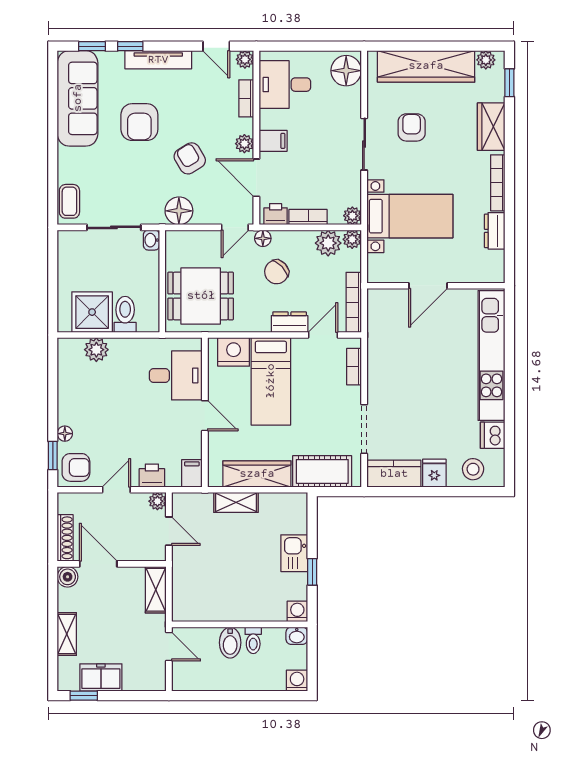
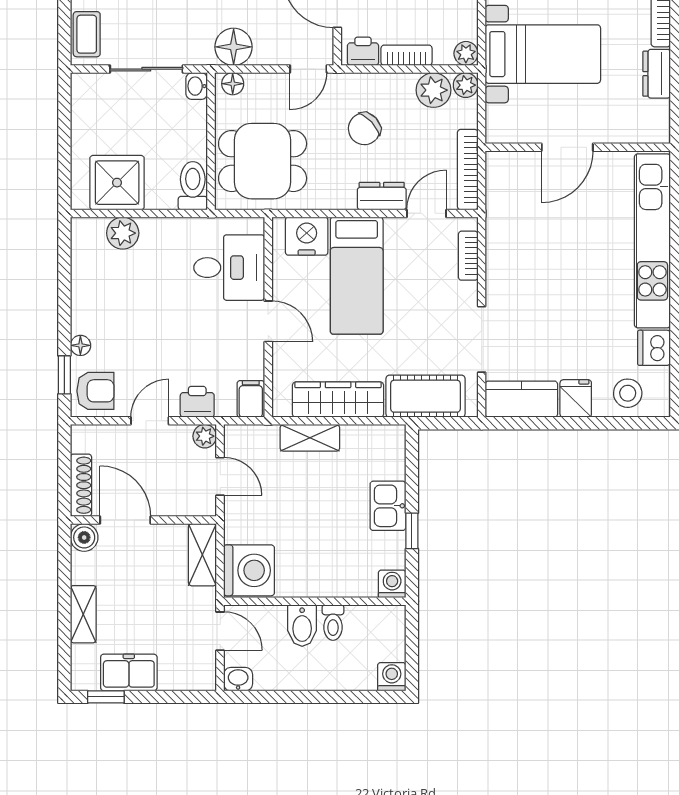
floor lamp: (263, 238) -> (233, 84), moved
toilet: (125, 314) -> (193, 186), moved
washing machine: (191, 601) -> (249, 570), added
washbasin: (297, 636) -> (238, 679), moved, turned 180

